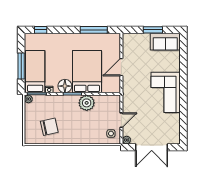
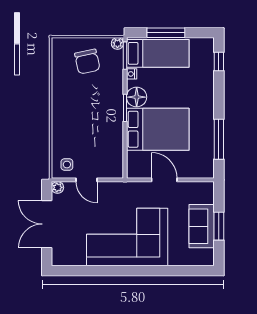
sofa: (165, 42) -> (202, 226), moved
corner sofa: (166, 92) -> (127, 237), width x1.36, depth x1.36
plant: (87, 103) -> (112, 129), removed
chair: (49, 127) -> (87, 62), moved

